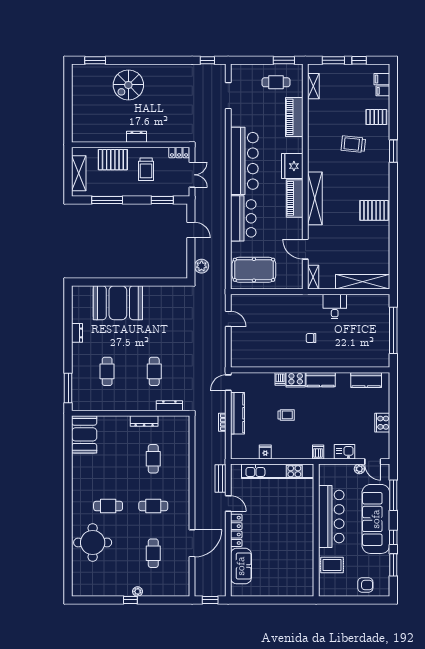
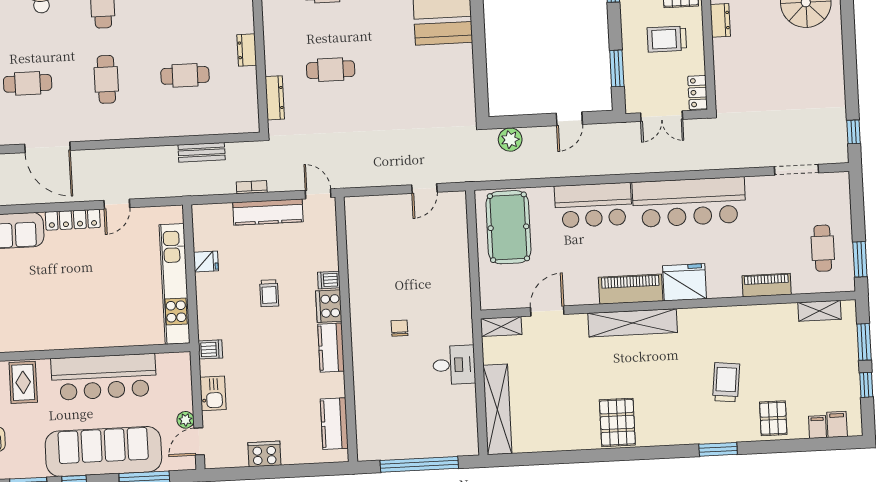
piano: (294, 117) -> (767, 285), width x0.73, depth x0.75
dresser: (144, 421) -> (247, 50), width x0.70
bench: (221, 478) -> (202, 152), moved

